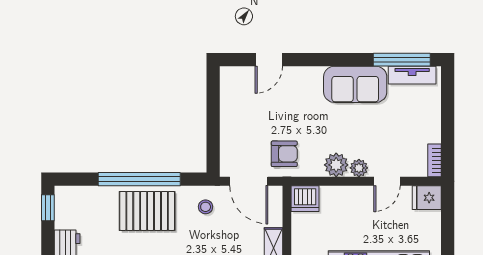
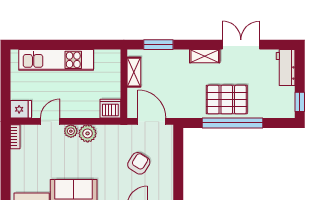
armchair: (284, 154) -> (139, 163), moved, turned 122
stool: (206, 207) -> (184, 103), removed

